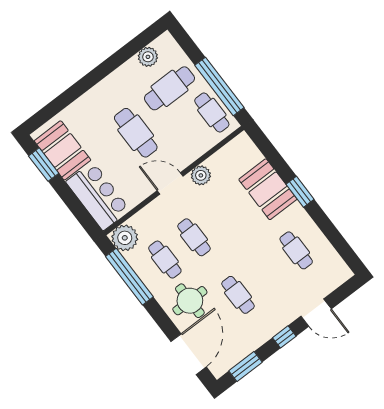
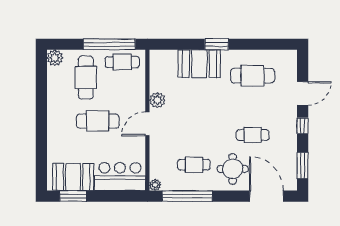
plant: (148, 57) -> (55, 58), moved
cafe table: (194, 237) -> (194, 135), removed
plant: (125, 238) -> (155, 185), width x0.53, depth x0.53
cafe table: (296, 250) -> (253, 76), width x1.37, depth x1.35

